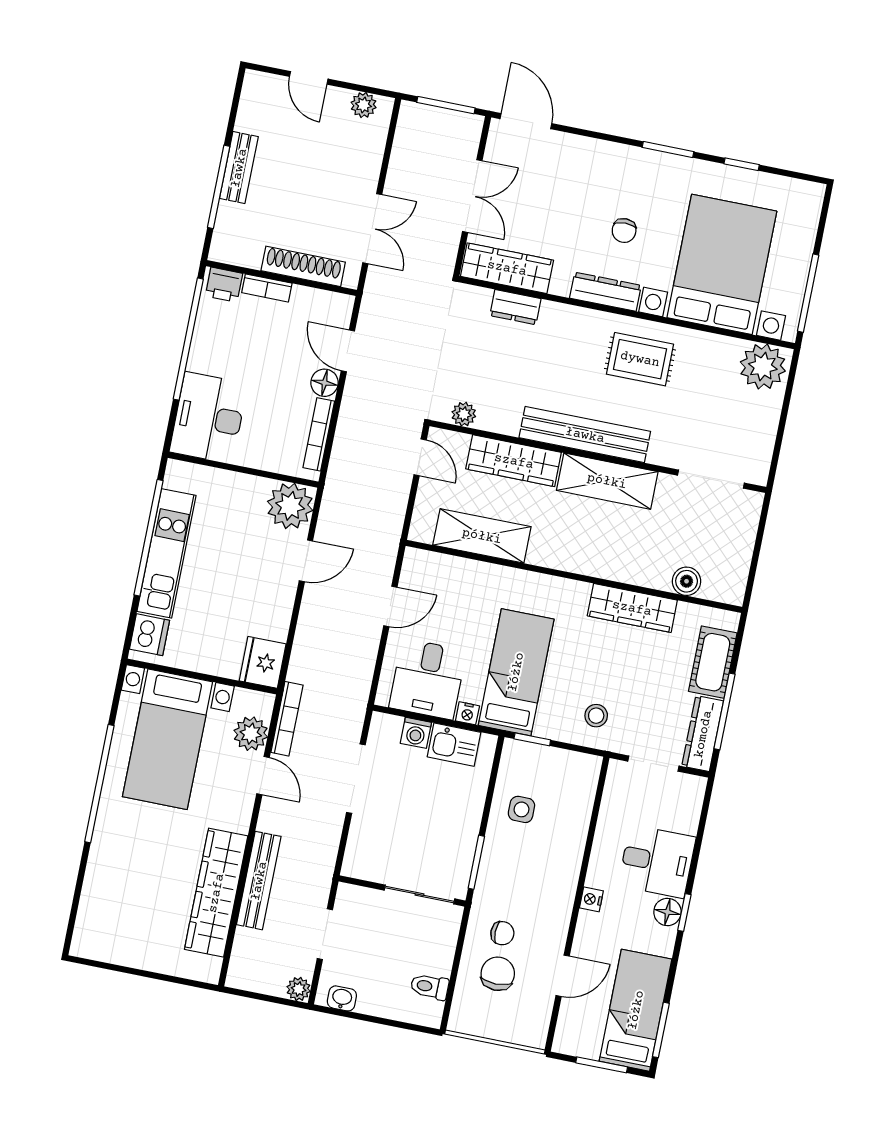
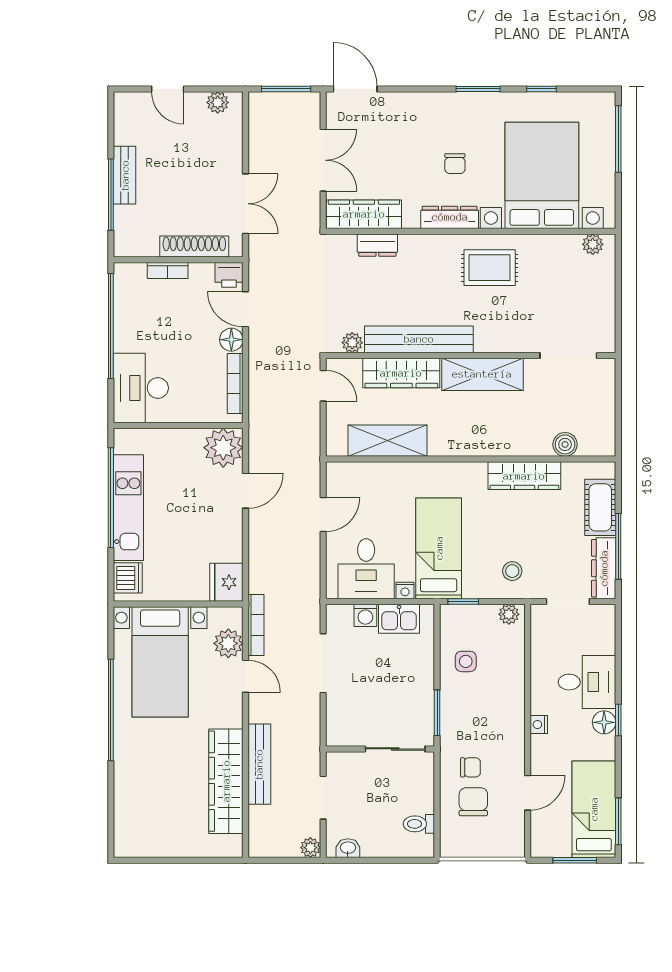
printer: (224, 285) -> (229, 275), moved
window: (808, 293) -> (618, 139), moved
plant: (763, 366) -> (593, 244), width x0.53, depth x0.53
bench: (585, 435) -> (419, 339), moved
plant: (582, 765) -> (509, 614), added

